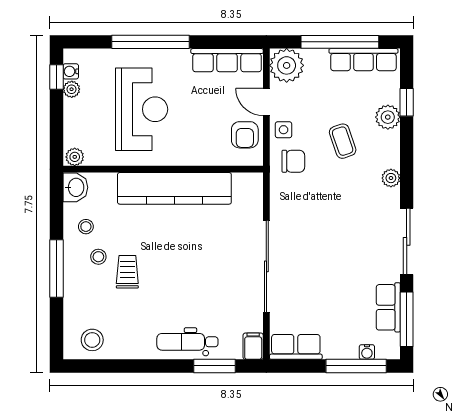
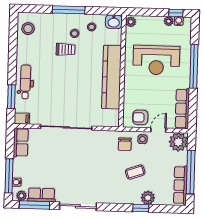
window: (407, 102) -> (141, 208), moved
plant: (391, 178) -> (21, 196), moved

